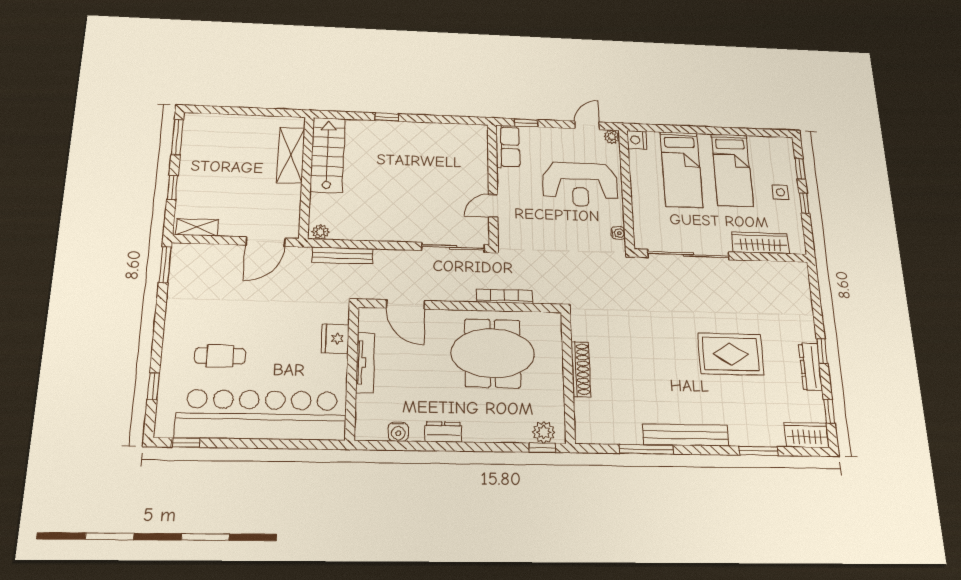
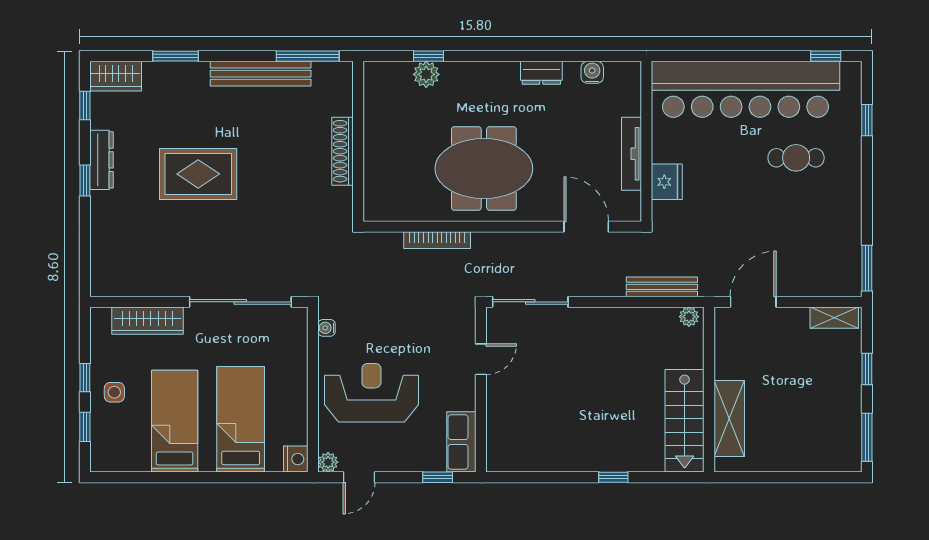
bookcase: (505, 296) -> (437, 240), moved
shoe rack: (581, 369) -> (343, 151), moved
wall: (568, 377) -> (358, 141), moved

